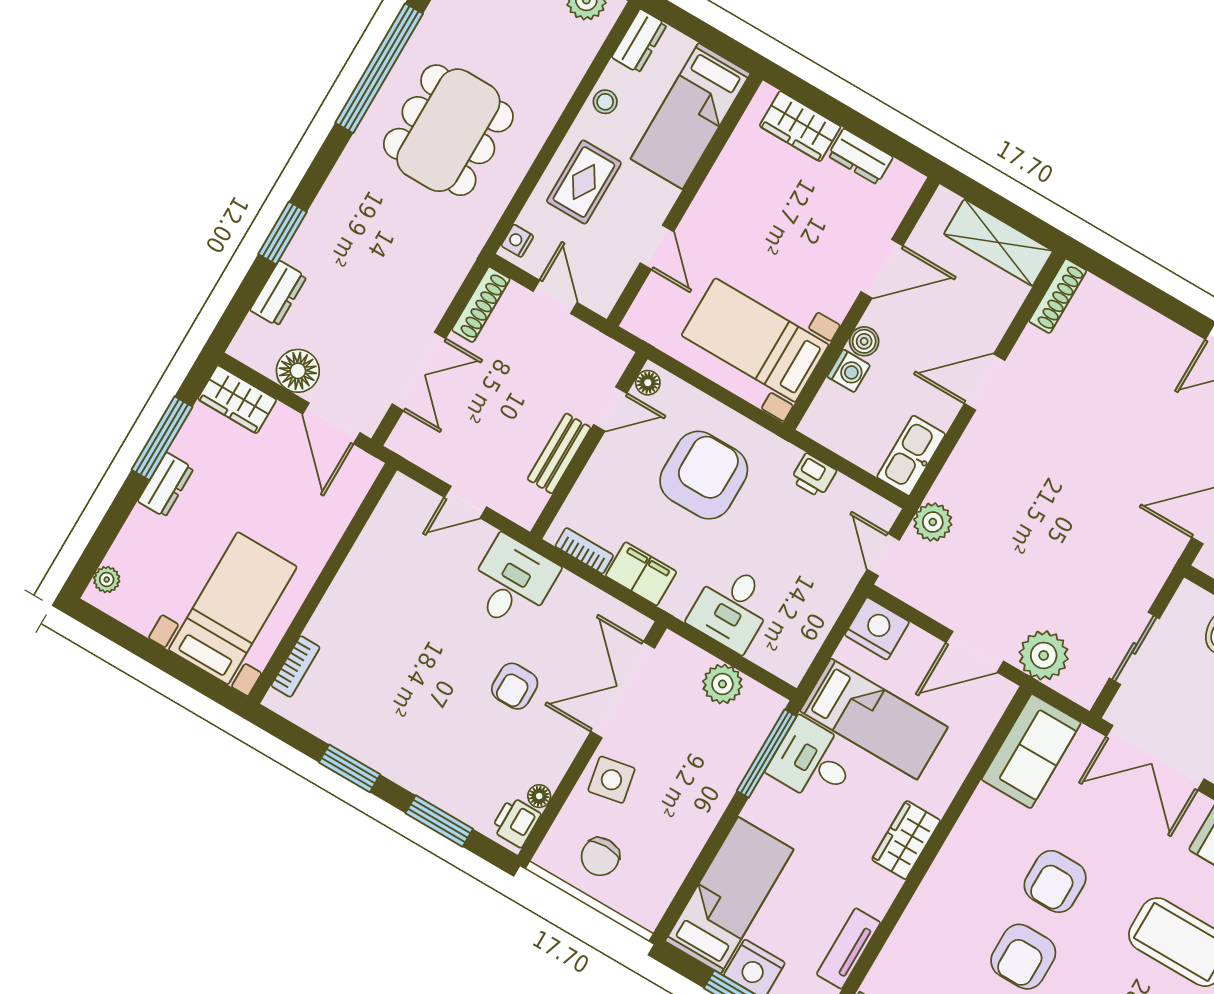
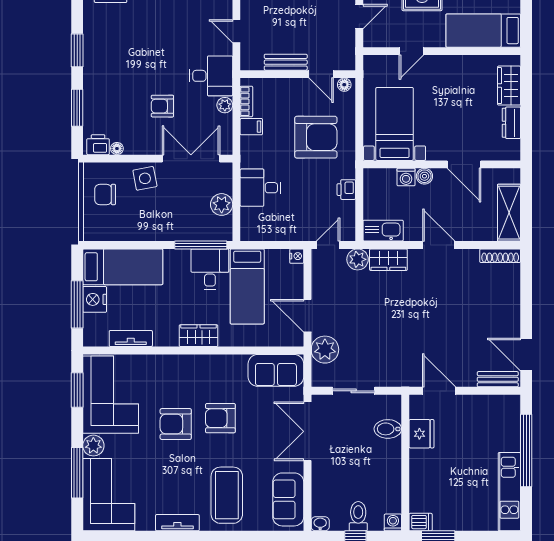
wardrobe: (961, 474) -> (388, 260), added
filing cabinet: (641, 574) -> (251, 127), width x0.50
plant: (570, 588) -> (225, 105), added
nightstand: (877, 628) -> (297, 256), width x0.53, depth x0.56

